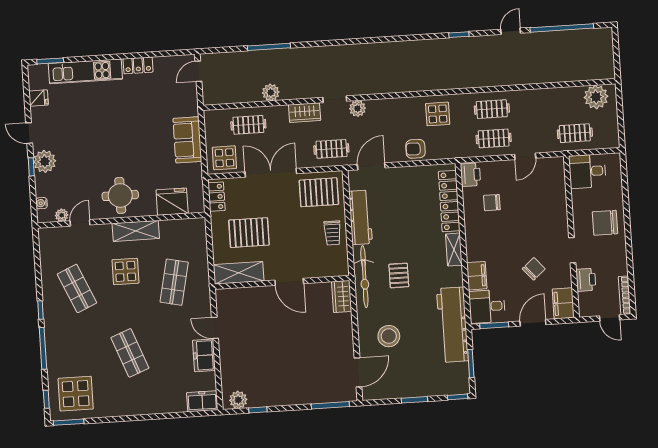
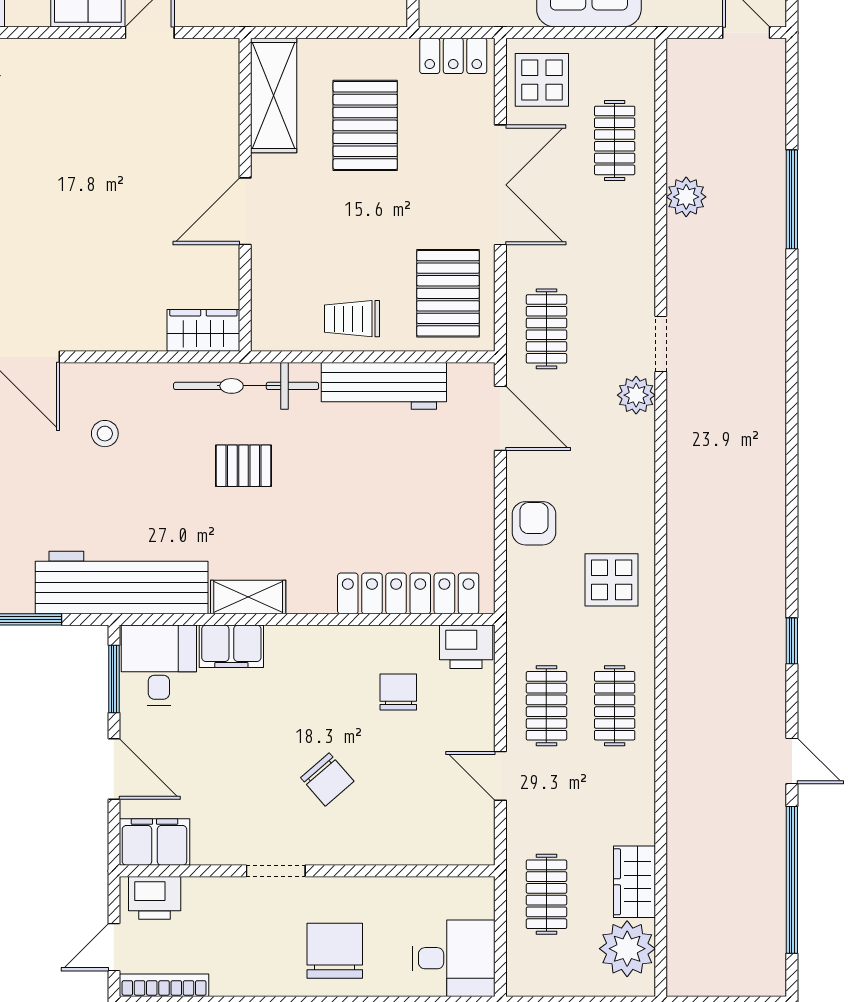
wardrobe: (305, 113) -> (634, 882), moved
desk: (587, 171) -> (453, 958), moved, turned 90
shelving: (454, 250) -> (248, 597), moved
chair: (534, 269) -> (327, 779), moved
printer: (586, 280) -> (155, 898), moved
stool: (389, 336) -> (105, 434), width x0.53, depth x0.53

